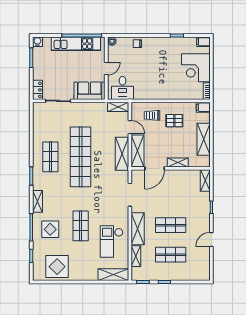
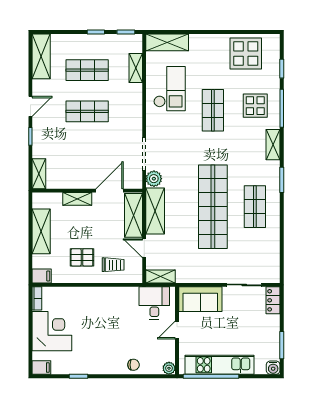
plant: (123, 177) -> (154, 179), added
shelving: (138, 229) -> (41, 56), moved
door: (211, 240) -> (30, 106), moved

